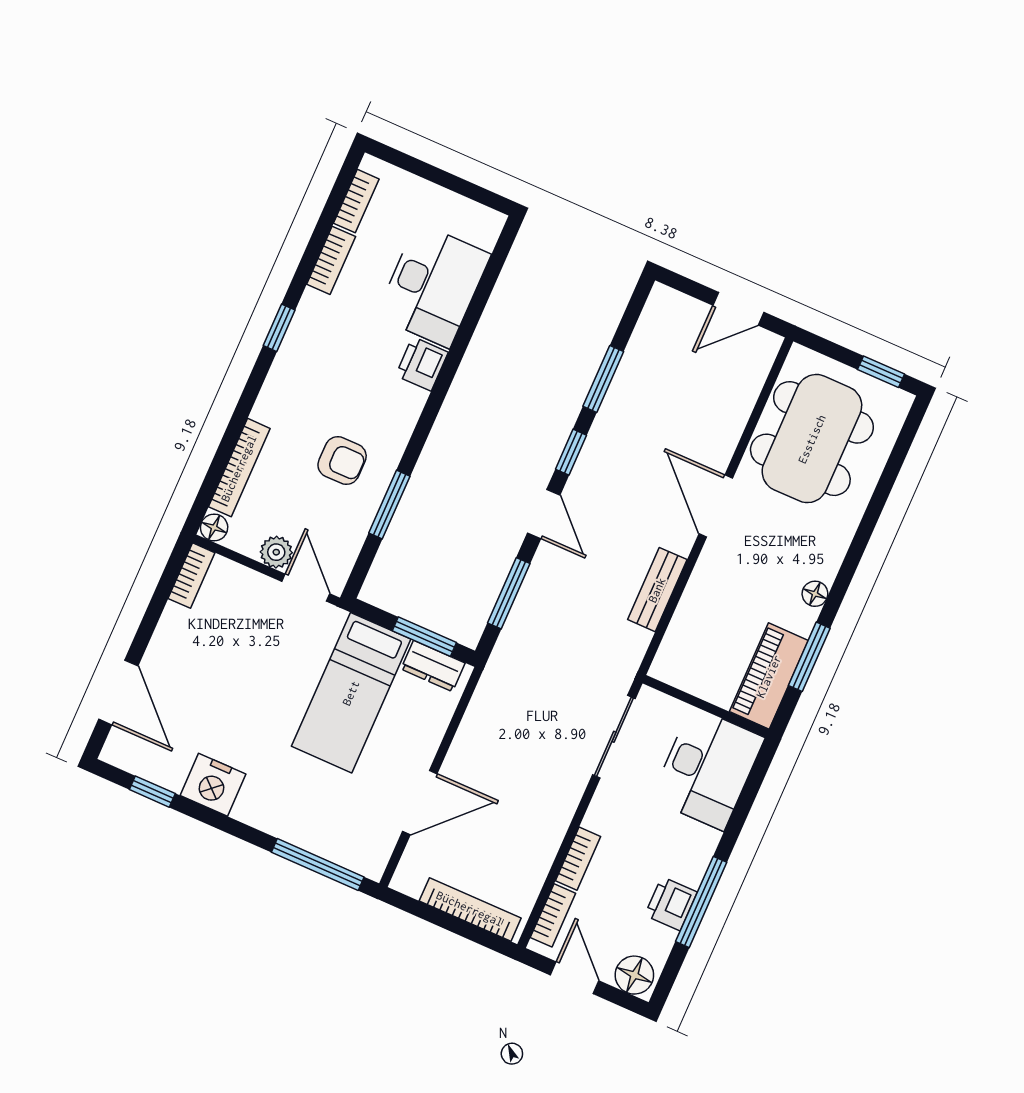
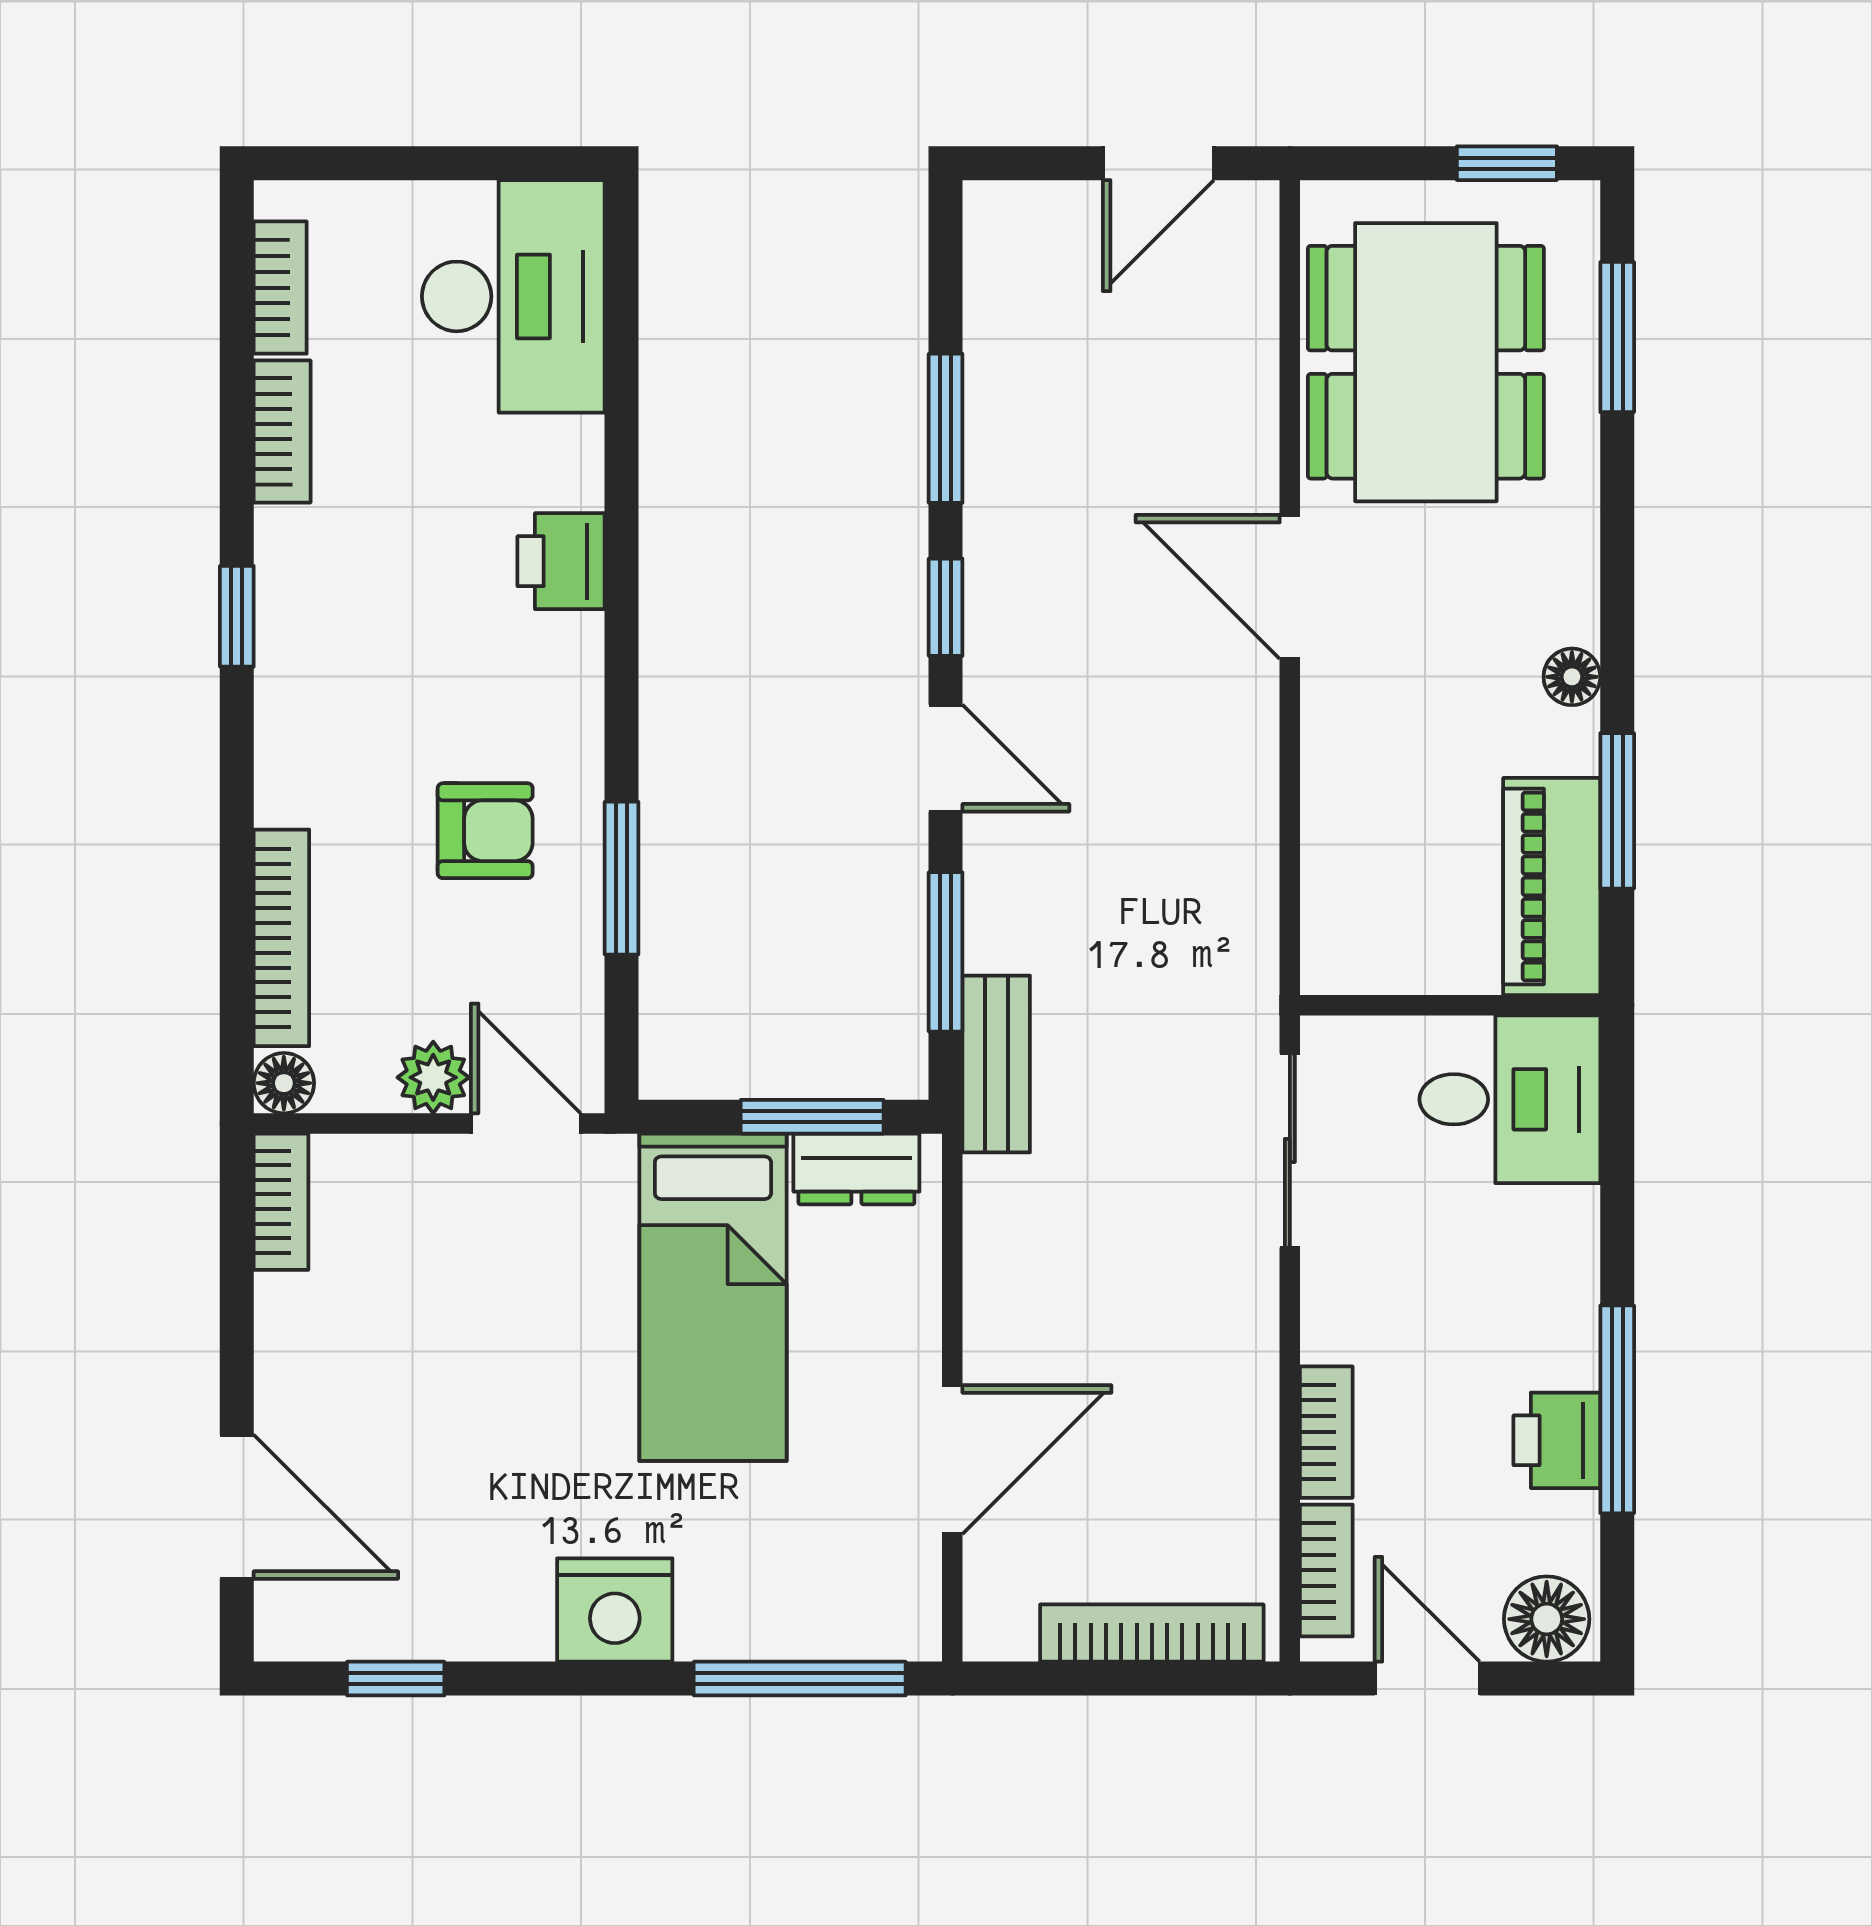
desk: (433, 285) -> (513, 296), moved
window: (895, 463) -> (1617, 337), added
bench: (657, 590) -> (996, 1064), moved
desk: (708, 768) -> (1510, 1099), width x0.73
nightstand: (213, 785) -> (615, 1610), moved

